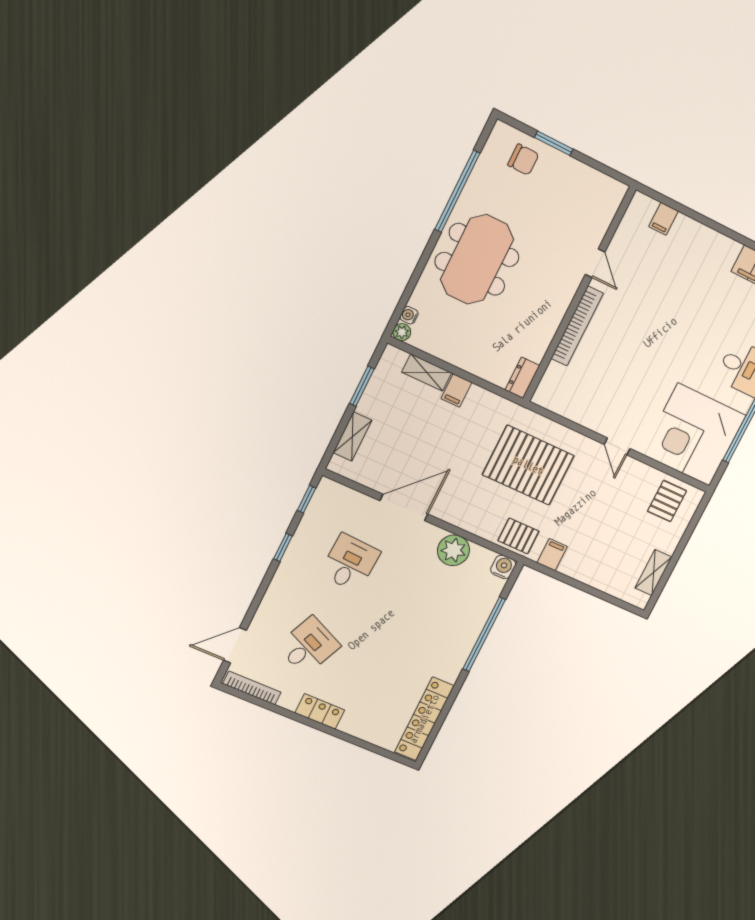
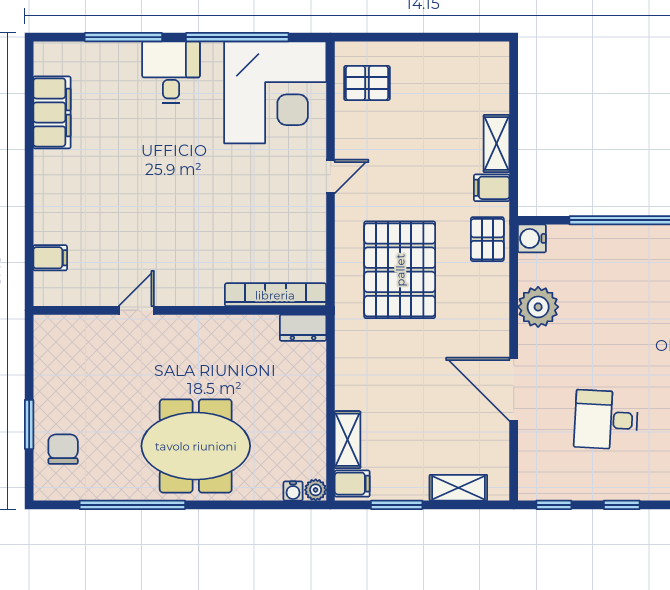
bookcase: (577, 326) -> (275, 295), moved
filing cabinet: (456, 390) -> (352, 484), moved
shelving: (653, 573) -> (497, 144), moved, turned 90

